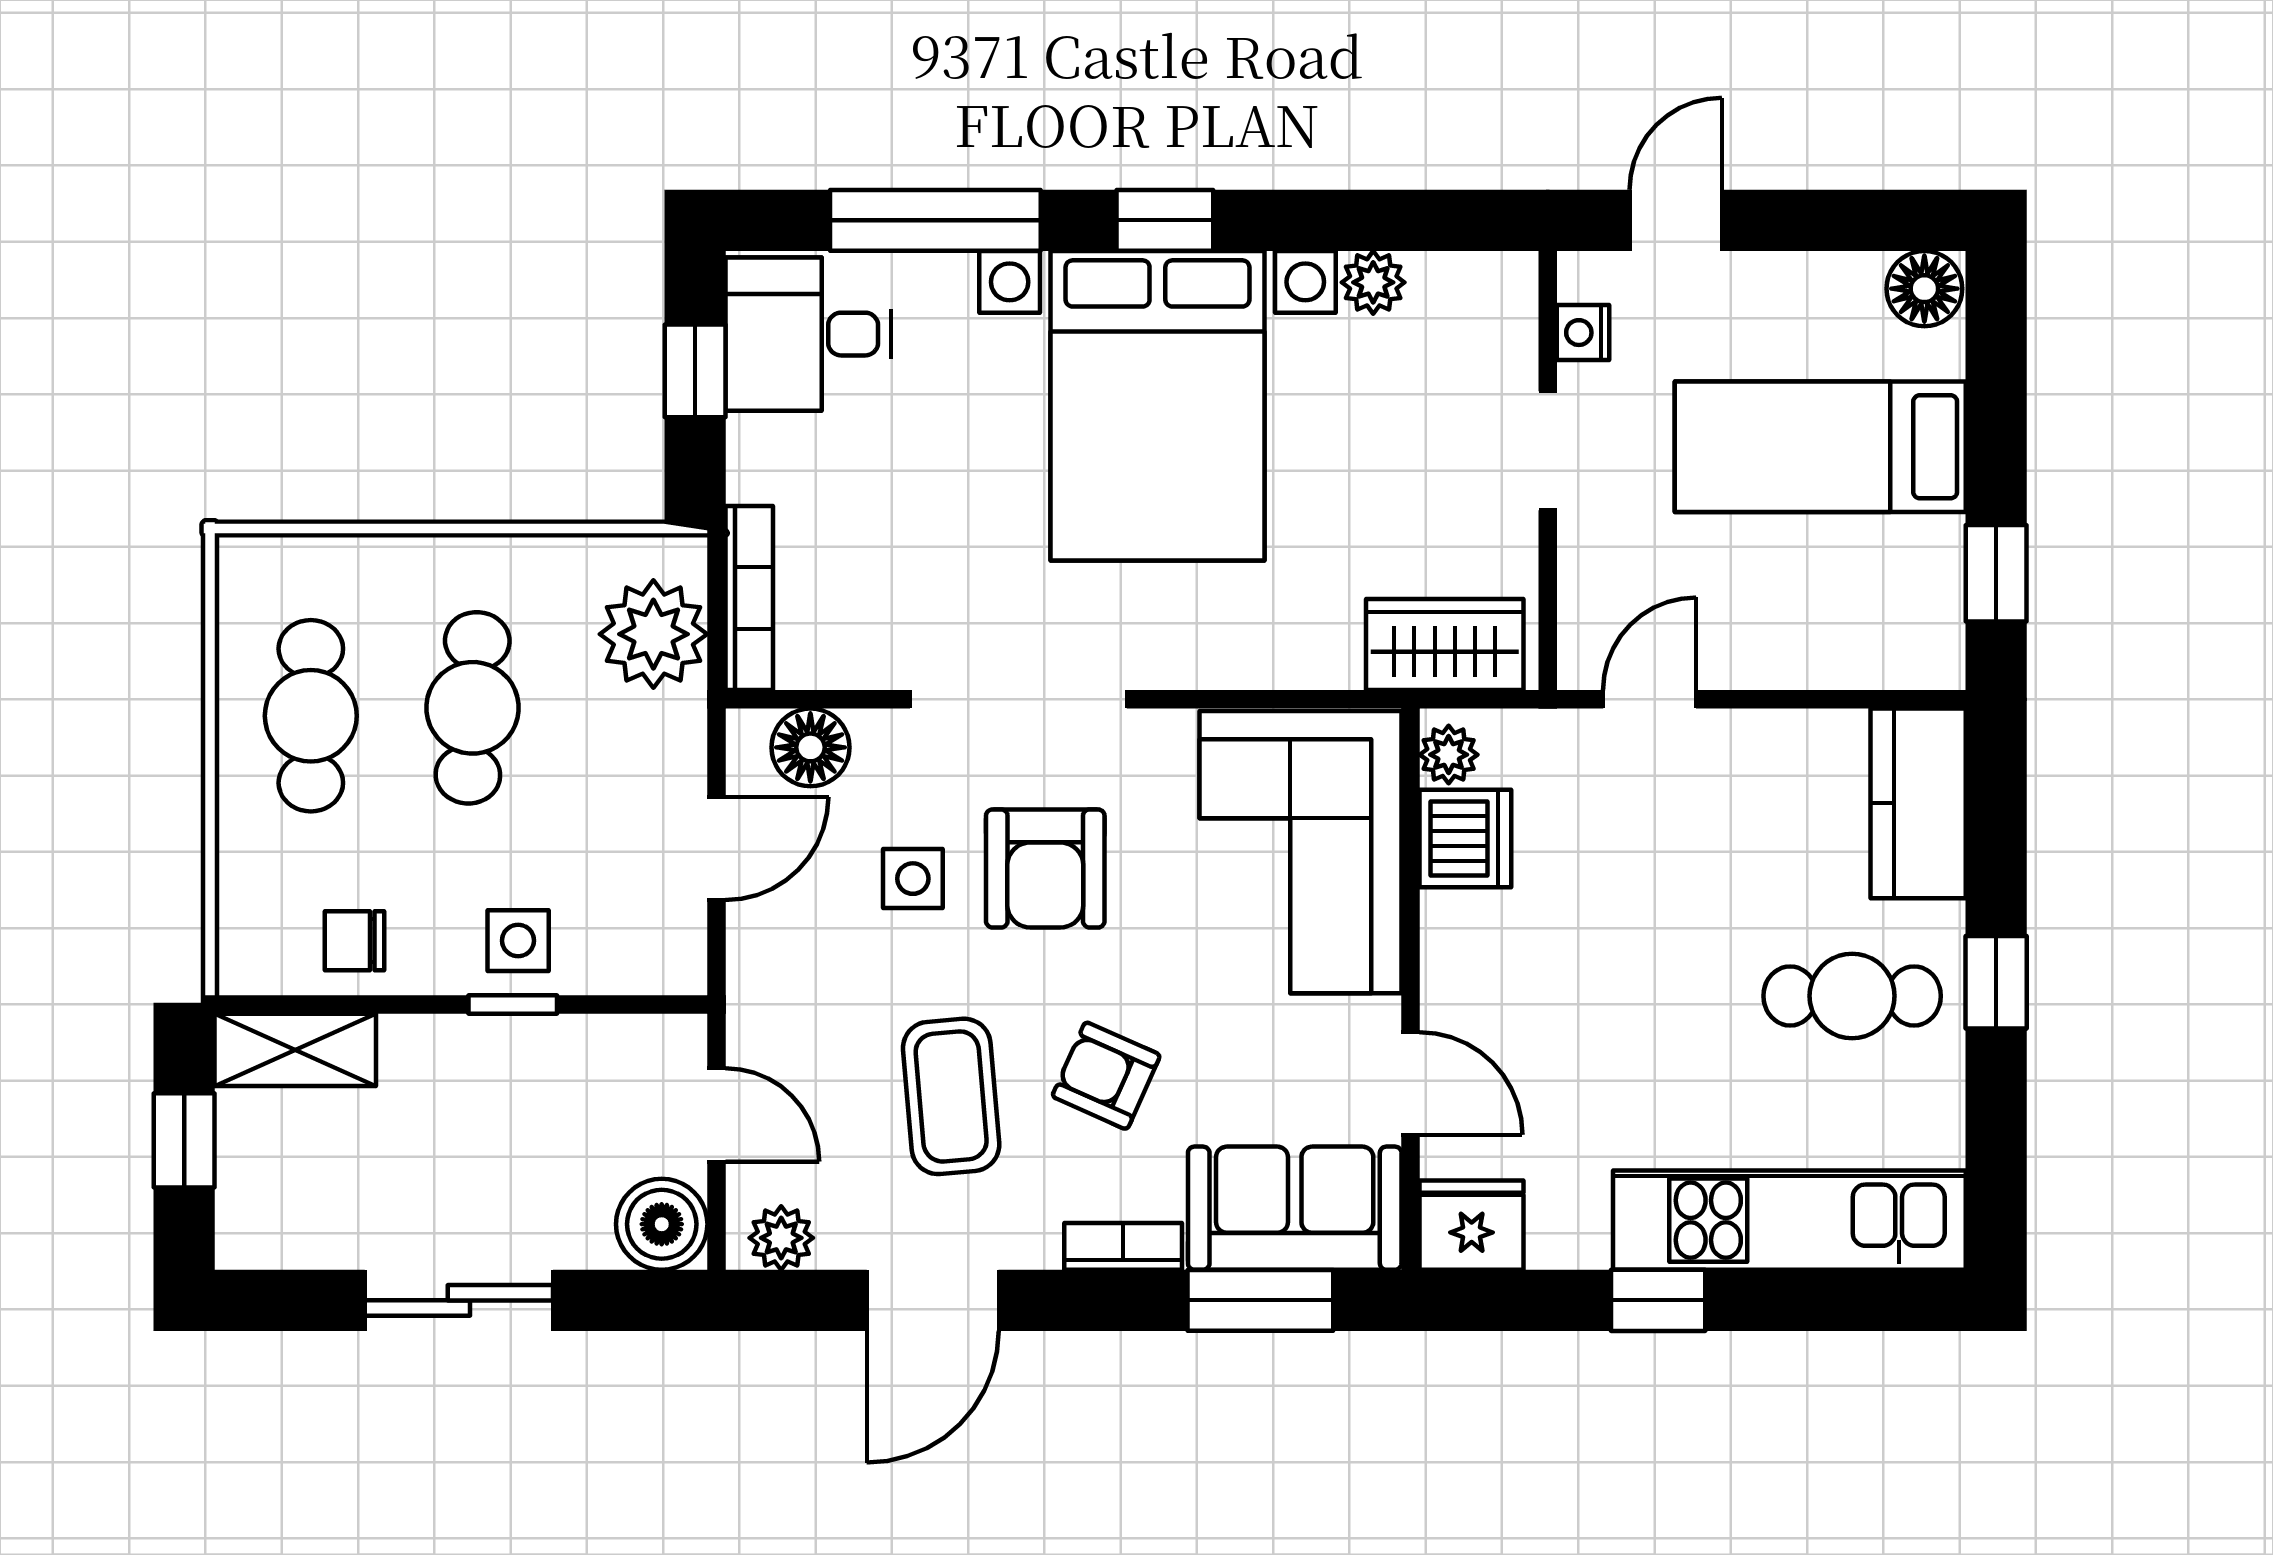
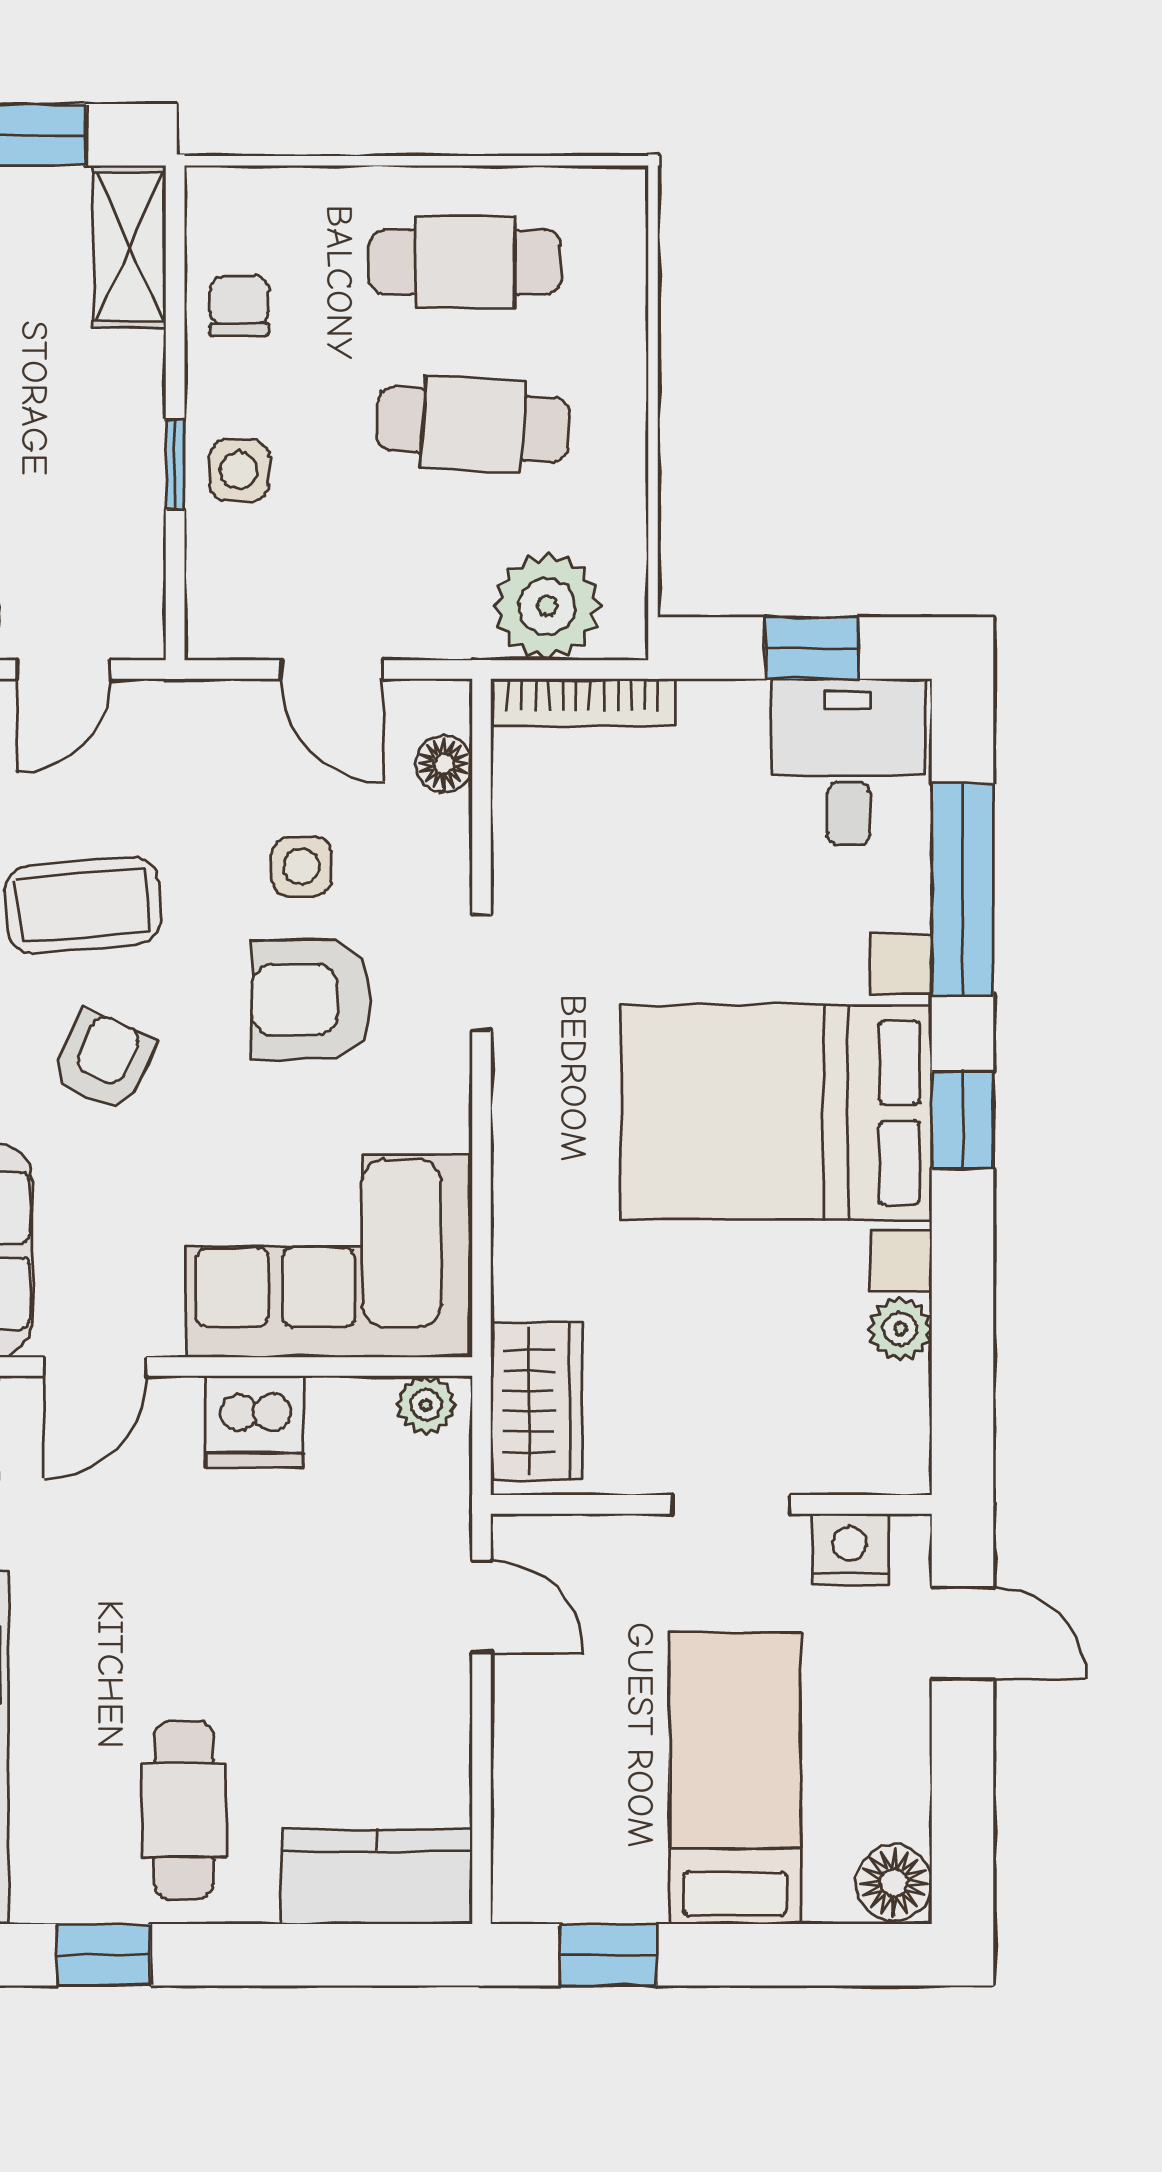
nightstand: (1583, 333) -> (850, 1549), width x1.39, depth x1.35
doorway: (1018, 699) -> (482, 973), width x0.53
floor lamp: (810, 747) -> (444, 764), width x0.73, depth x0.73
dishwasher: (1465, 838) -> (255, 1422), moved
window: (1996, 982) -> (104, 1955), moved

